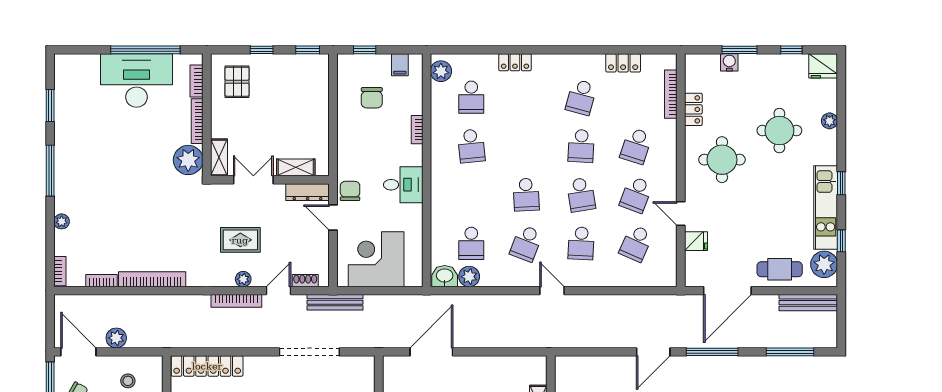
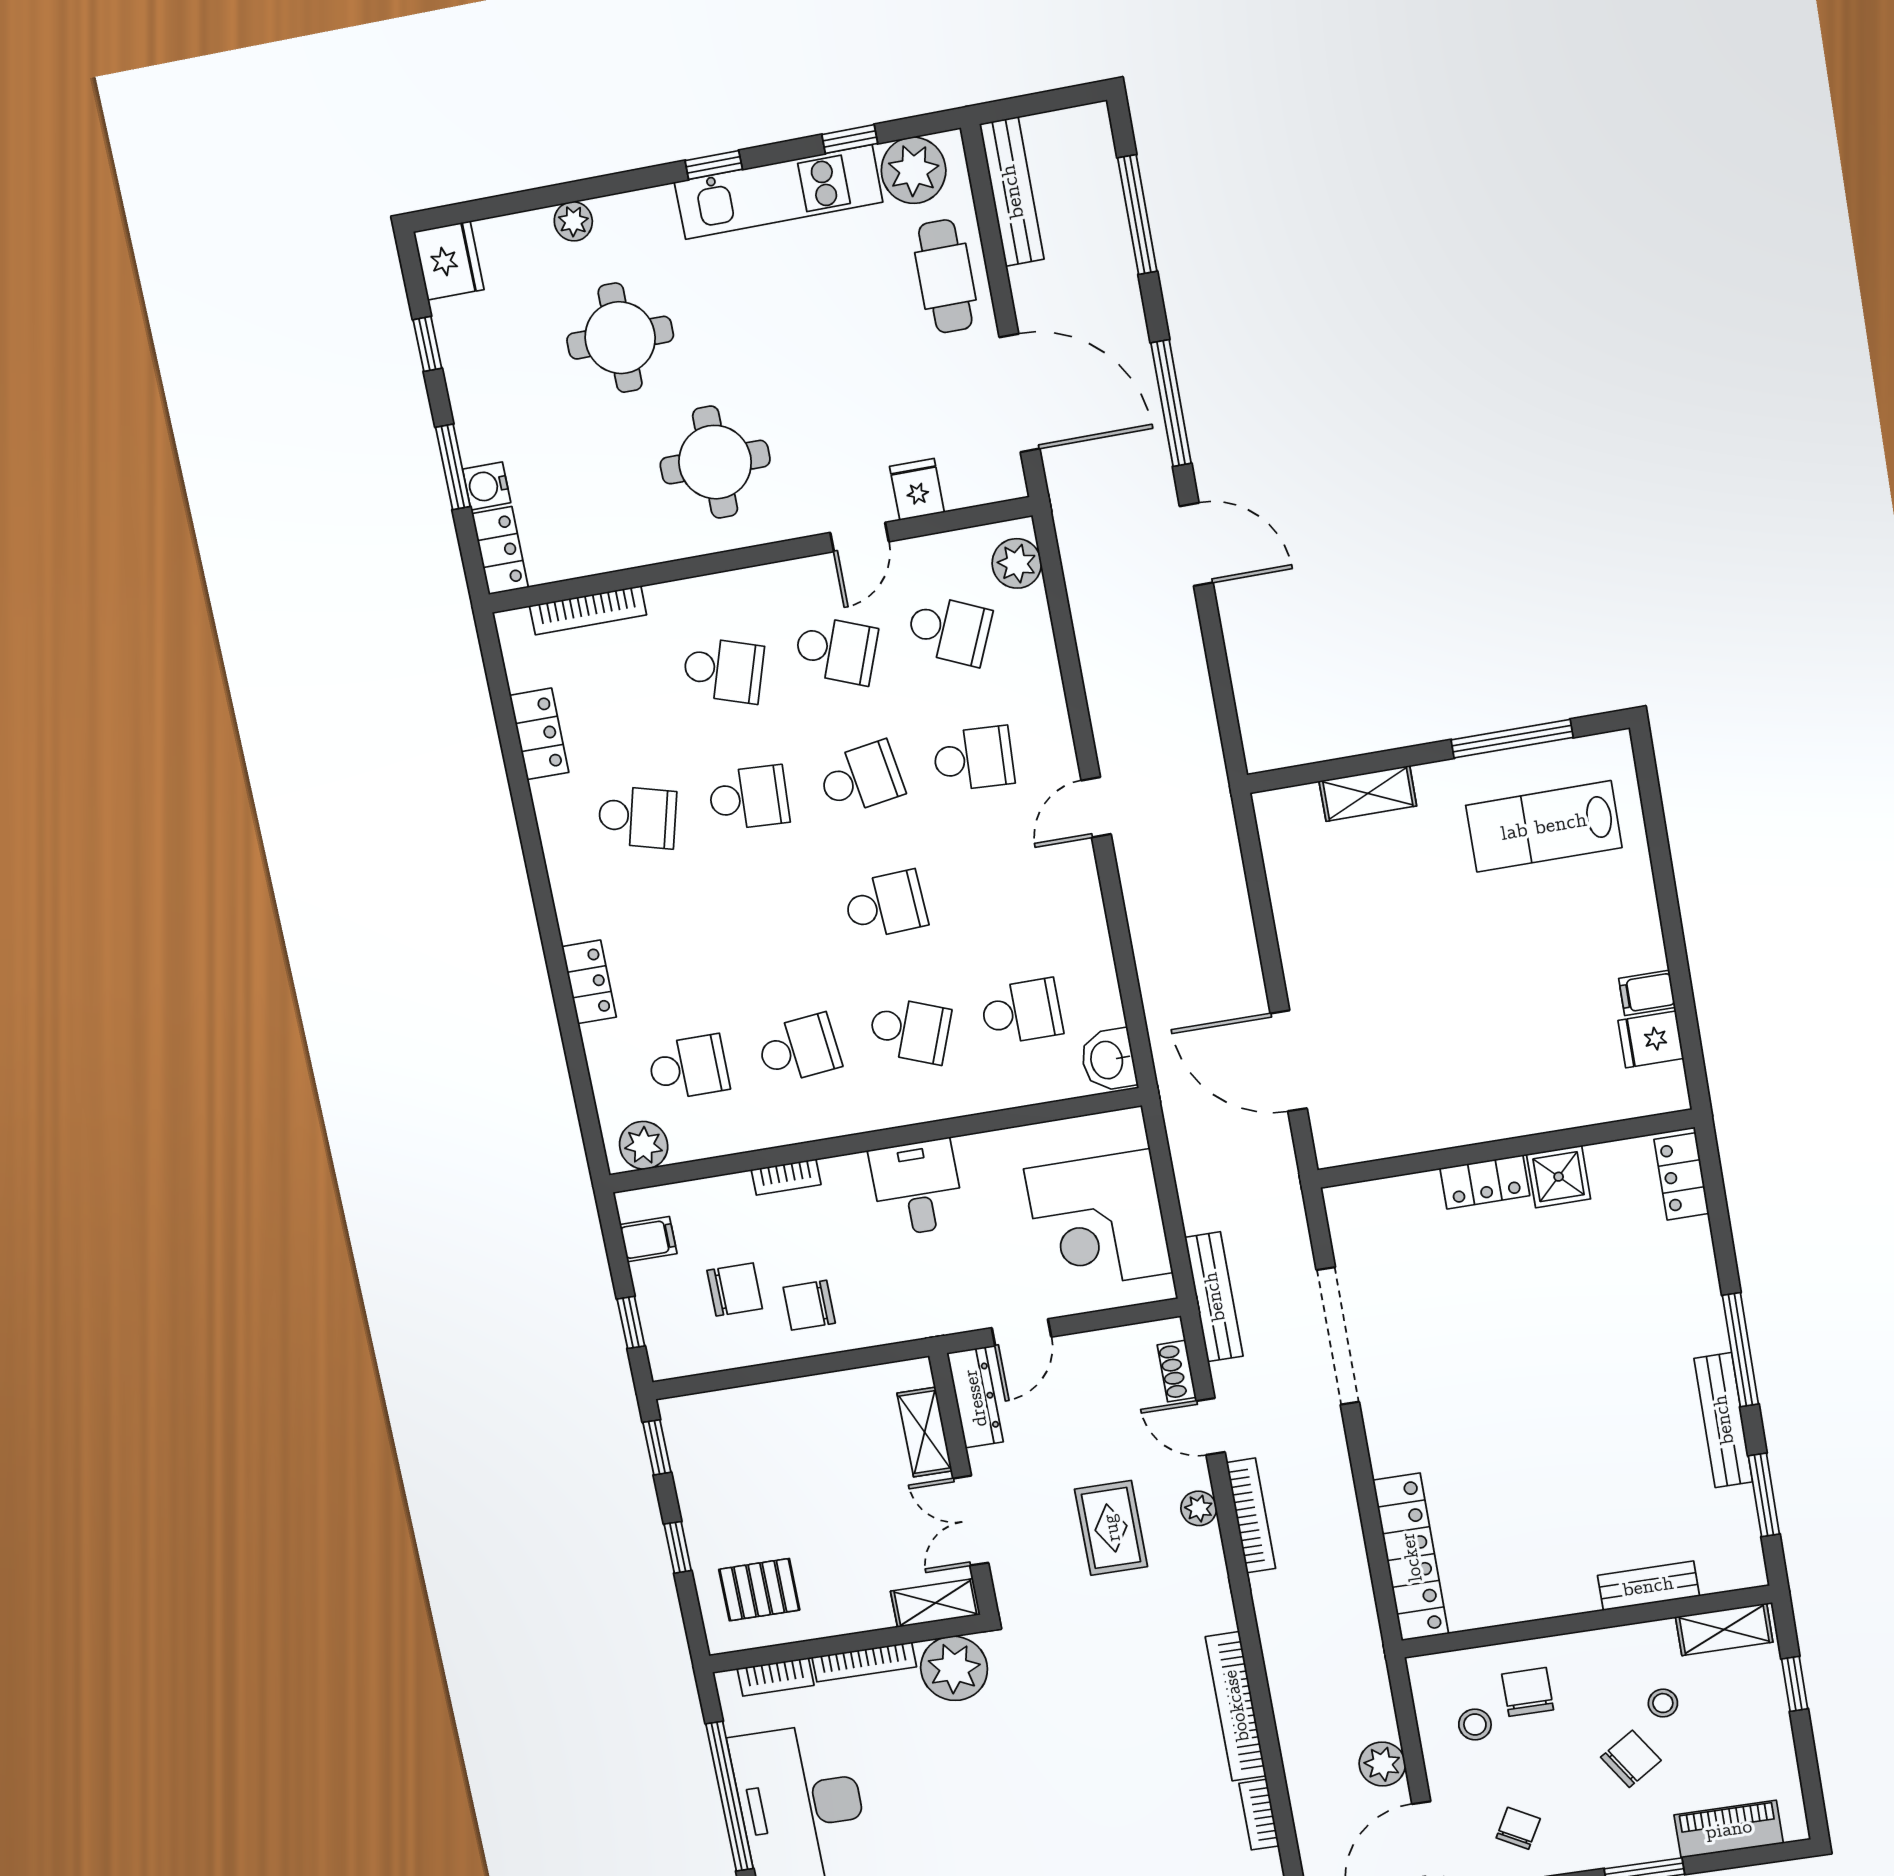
locker: (693, 109) -> (500, 551), moved, turned 90
chair: (350, 191) -> (809, 1305), moved
school desk: (526, 243) -> (910, 1030), moved
plant: (469, 277) -> (1017, 563), moved

